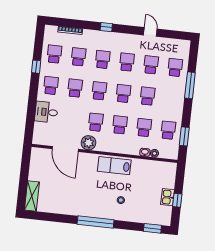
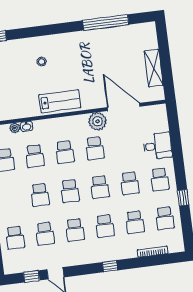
window: (170, 34) -> (32, 276), added
shelving: (32, 196) -> (154, 68), moved
window: (96, 222) -> (106, 22), moved

